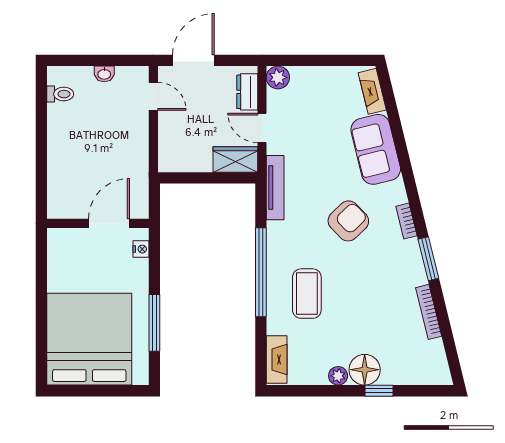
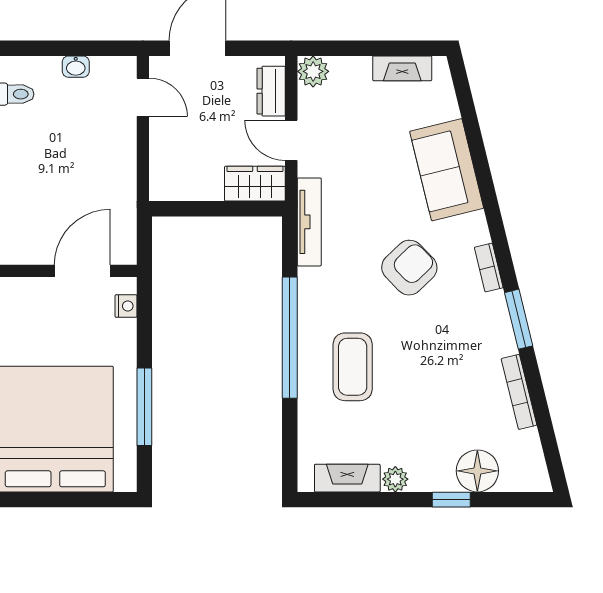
fireplace: (372, 91) -> (402, 68), moved, turned -76
fireplace: (277, 359) -> (347, 478), moved, turned -90
floor lamp: (365, 370) -> (477, 471), moved

